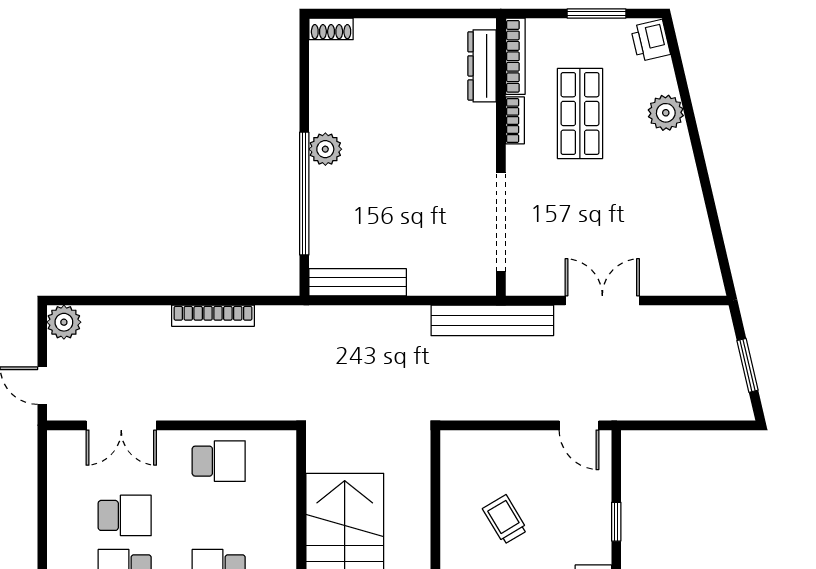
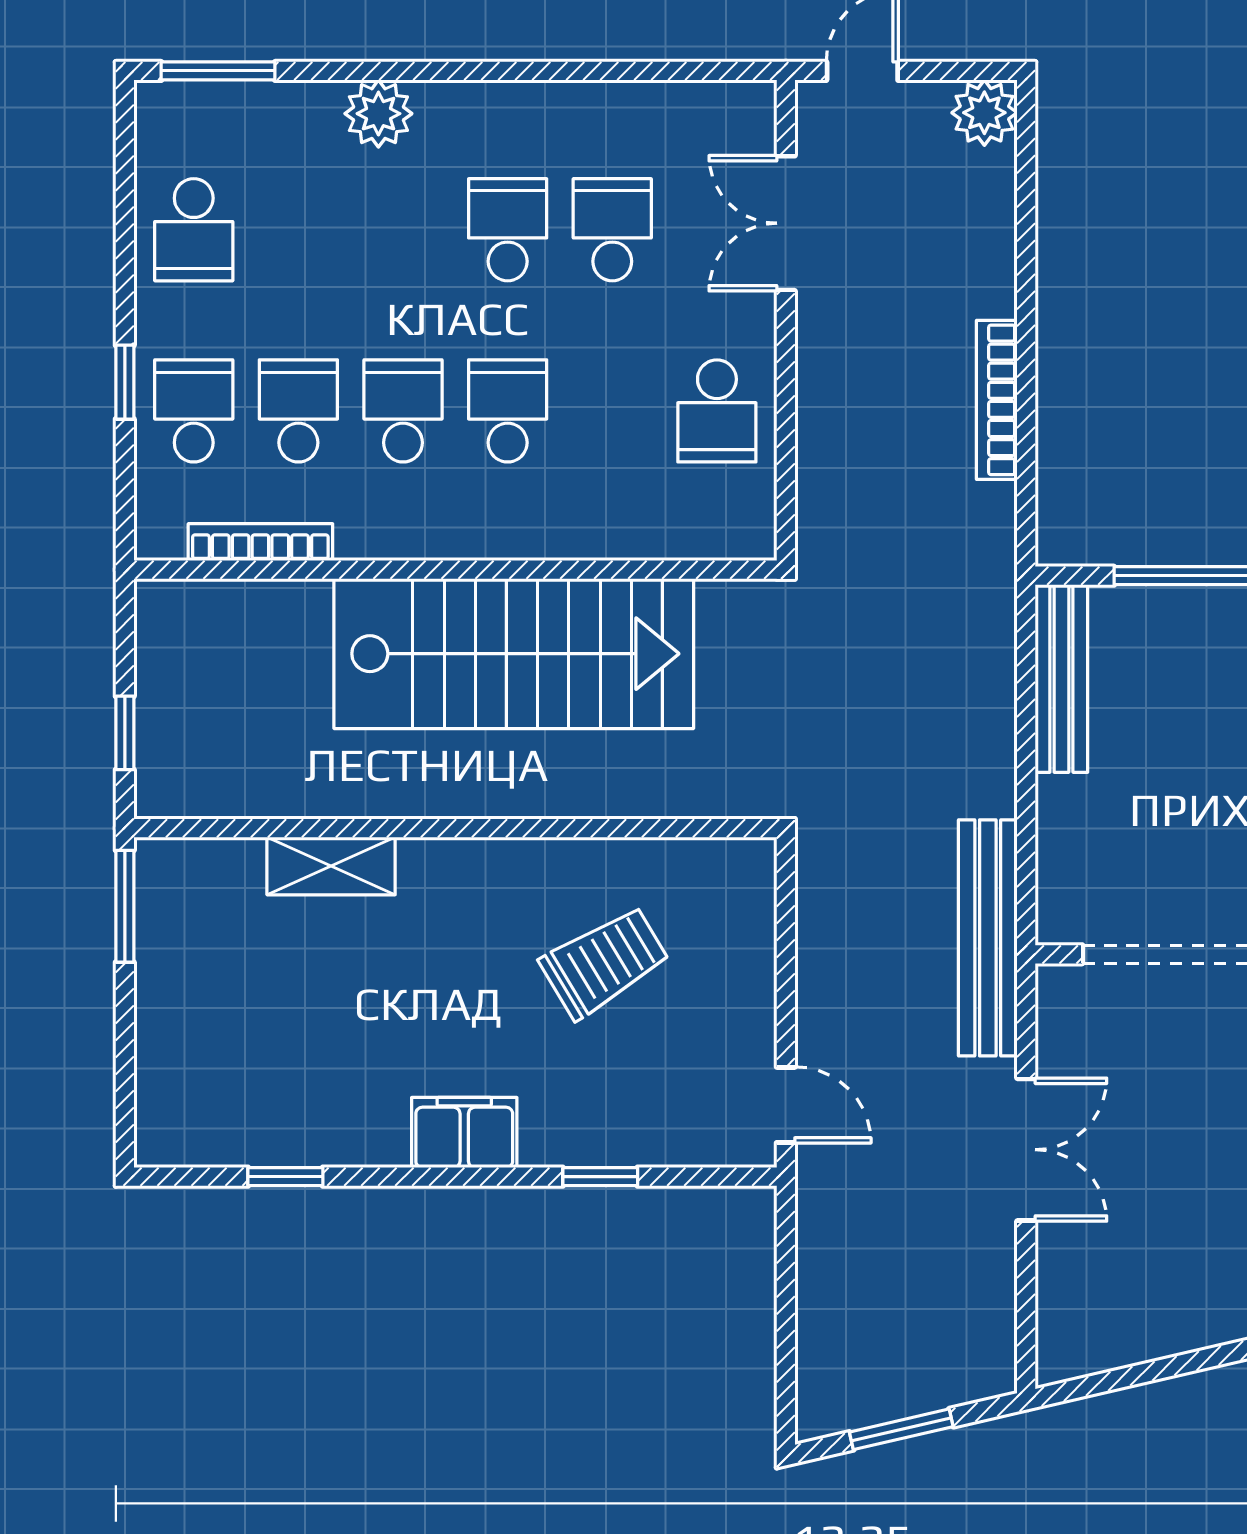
door: (579, 425) -> (786, 1105), swing flipped
school desk: (125, 515) -> (612, 230), turned 180
trolley: (505, 519) -> (604, 962), width x1.36, depth x1.39

